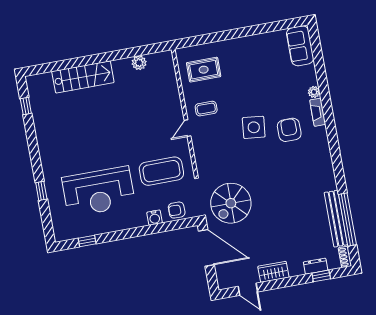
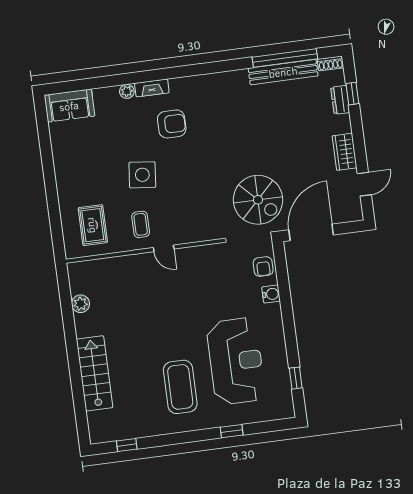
side table: (254, 127) -> (142, 175), moved
armchair: (289, 130) -> (172, 124), turned 180
coffee table: (161, 171) -> (180, 387), moved

